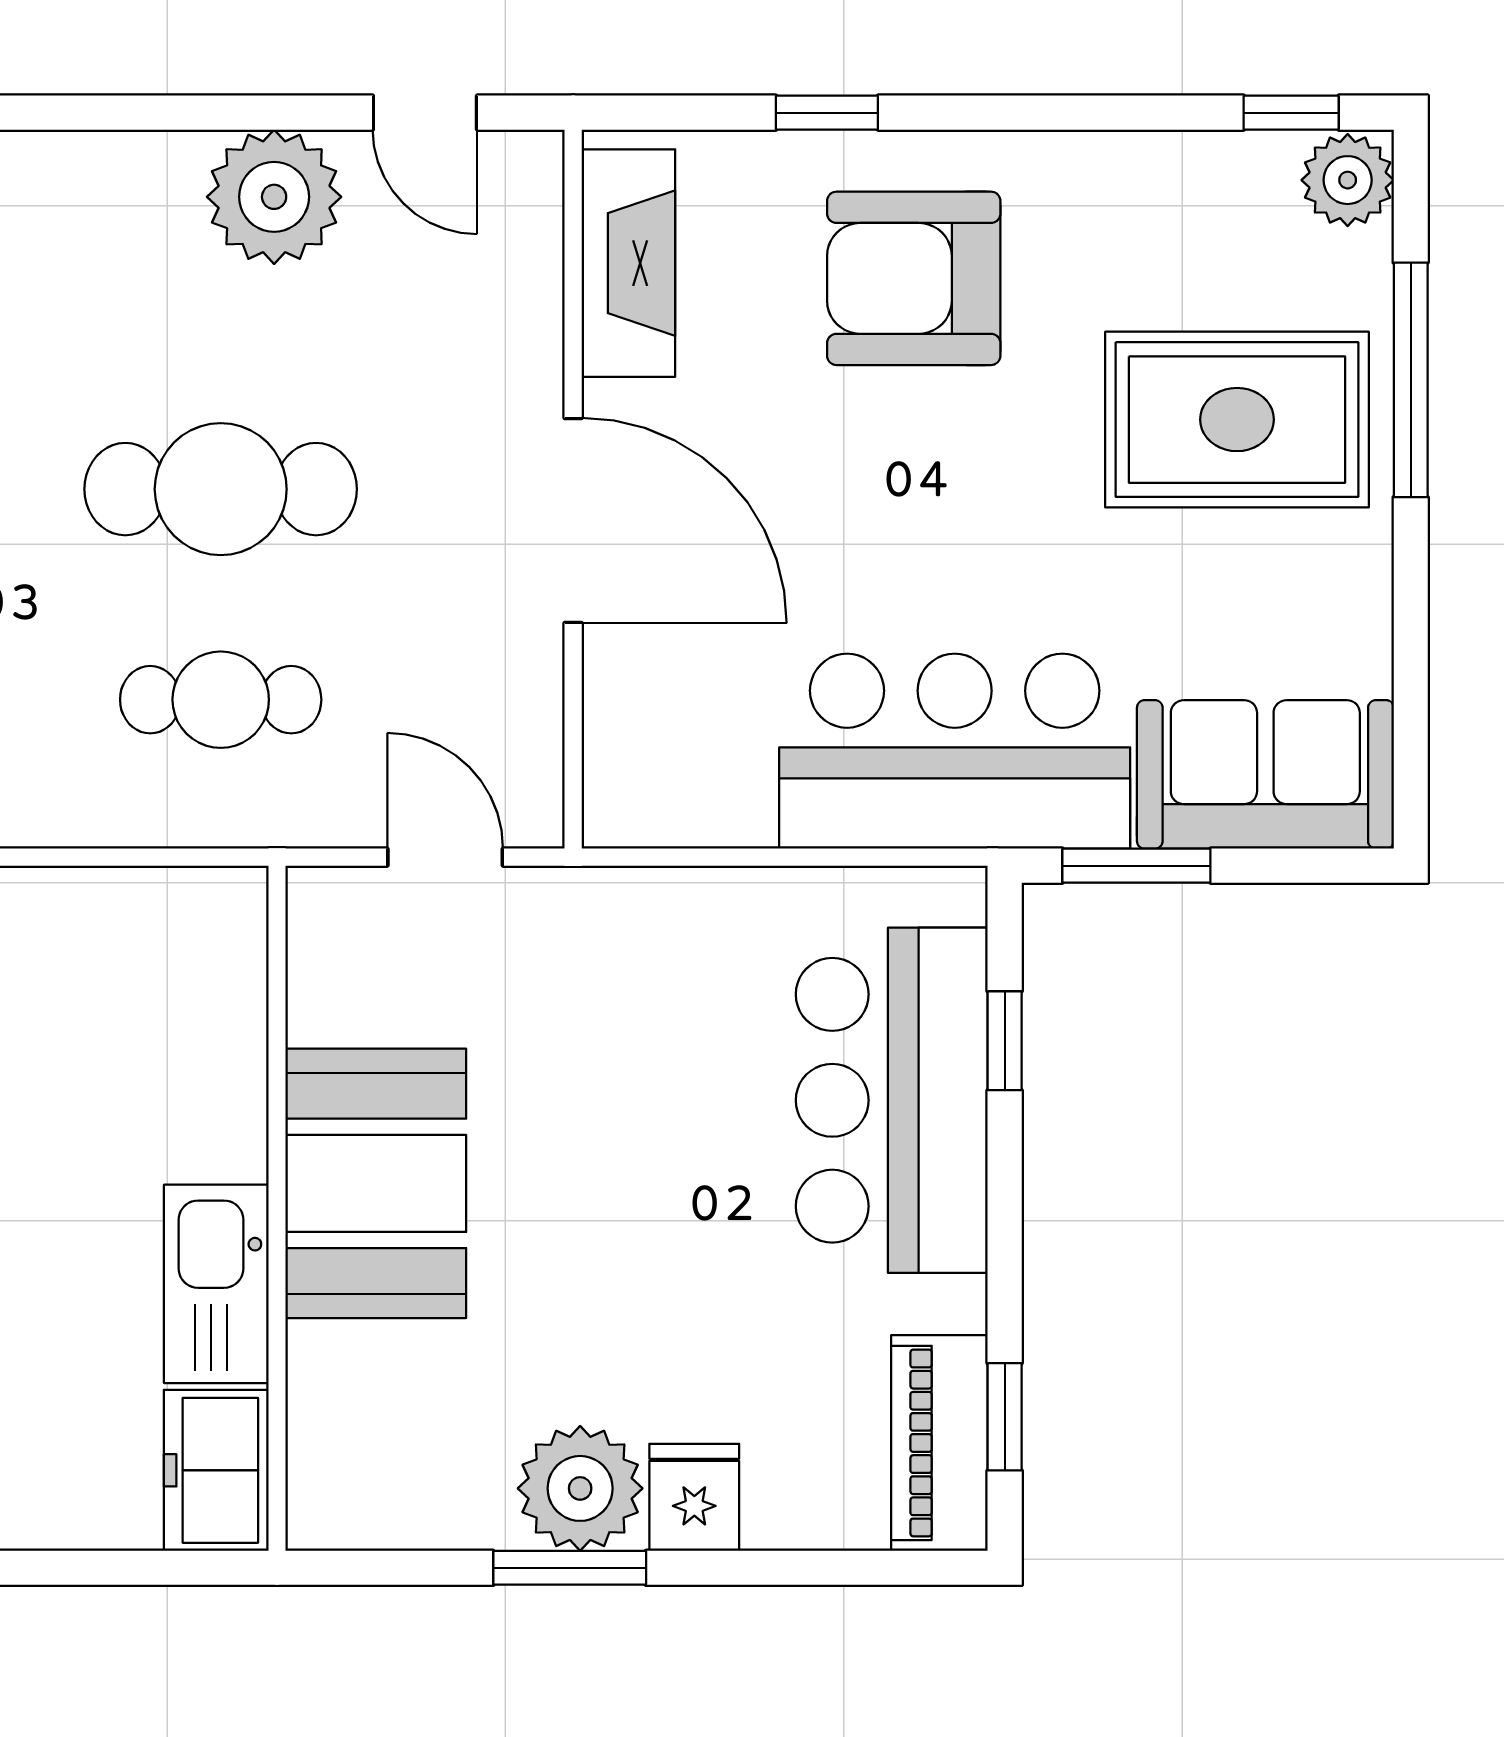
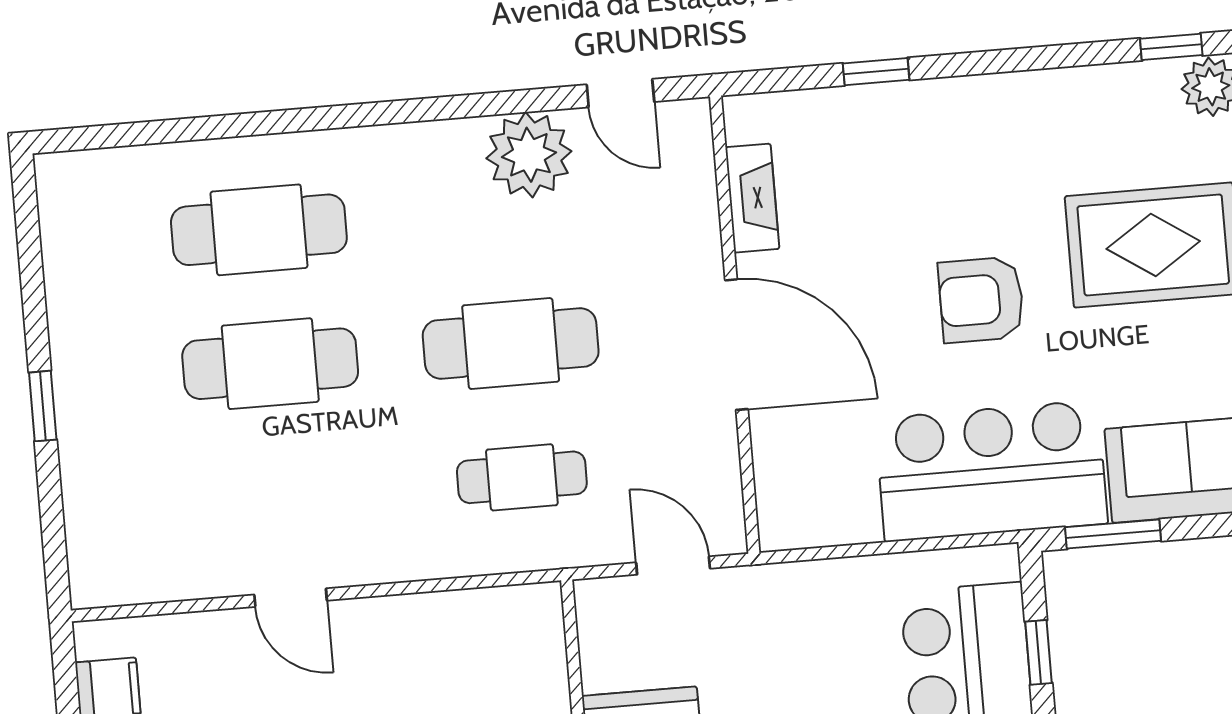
fireplace: (628, 263) -> (752, 198), width x0.73, depth x0.76
armchair: (914, 278) -> (981, 300), moved, width x0.73, depth x0.73

